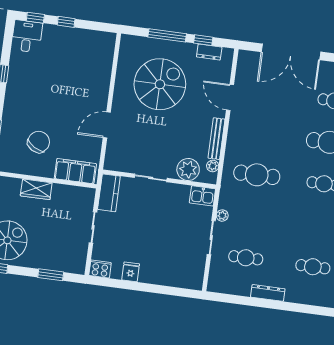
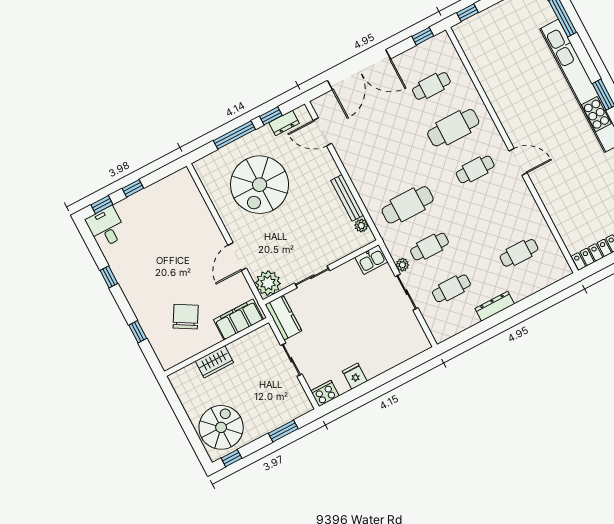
spiral stairs: (160, 84) -> (260, 185), turned 180
door: (230, 97) -> (322, 132), moved
plant: (188, 170) -> (268, 283), moved
cafe table: (251, 216) -> (430, 247), added

